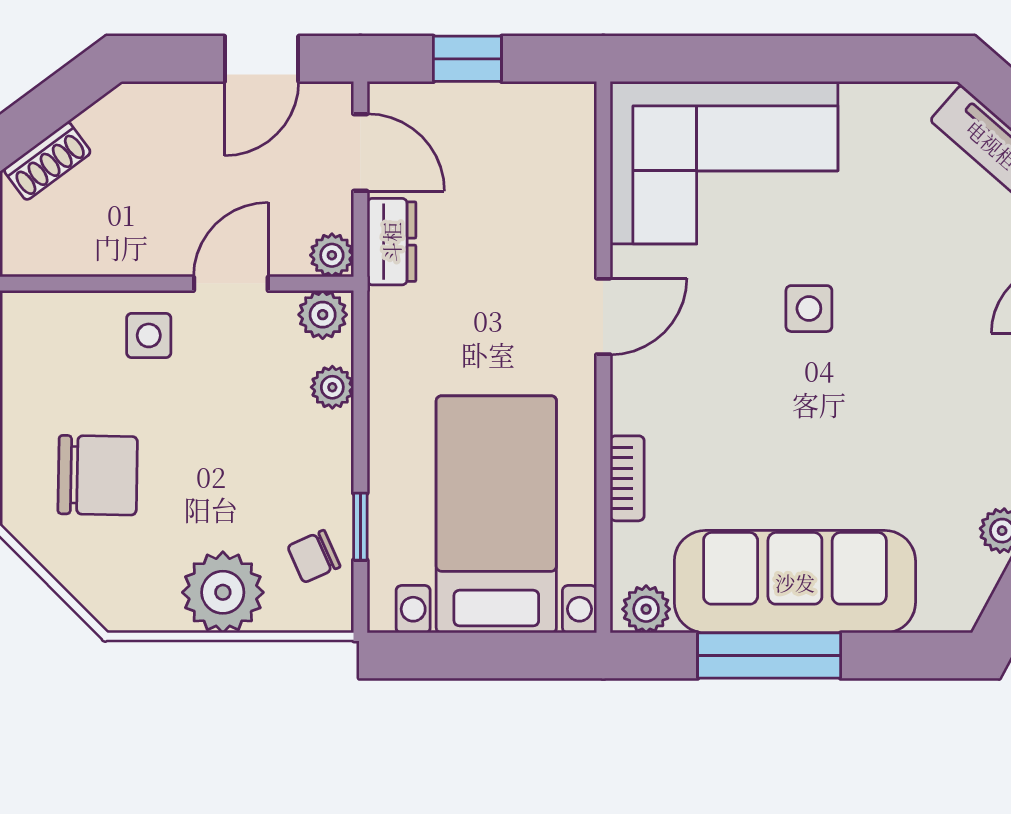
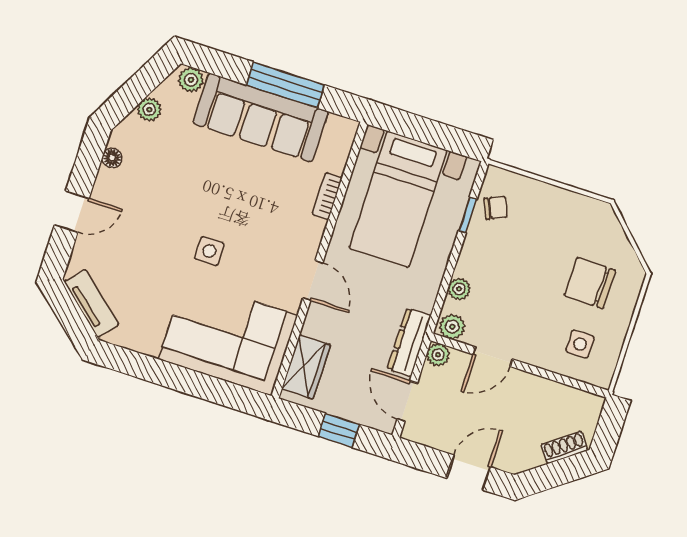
door: (262, 59) -> (468, 473), moved
wardrobe: (565, 155) -> (306, 367), added
dresser: (391, 242) -> (409, 342), width x1.44
door: (603, 316) -> (313, 280), swing flipped
side table: (149, 335) -> (580, 344), moved
plant: (223, 592) -> (547, 205), removed
plant: (646, 609) -> (191, 80), moved

